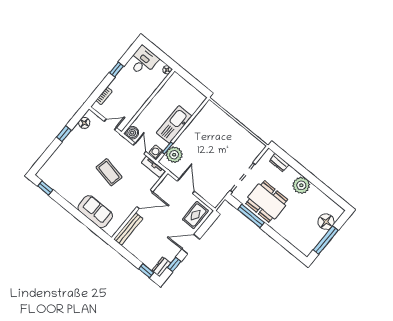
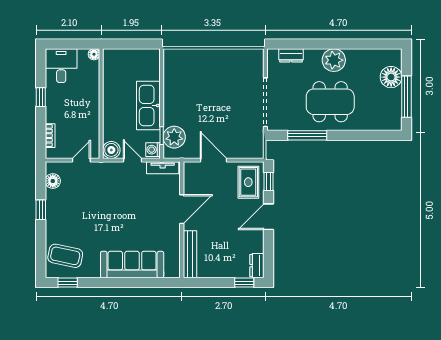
coffee table: (109, 172) -> (65, 256), moved
dining table: (267, 201) -> (330, 102), moved
sofa: (95, 212) -> (132, 265), width x1.36
window: (174, 265) -> (268, 182), moved

